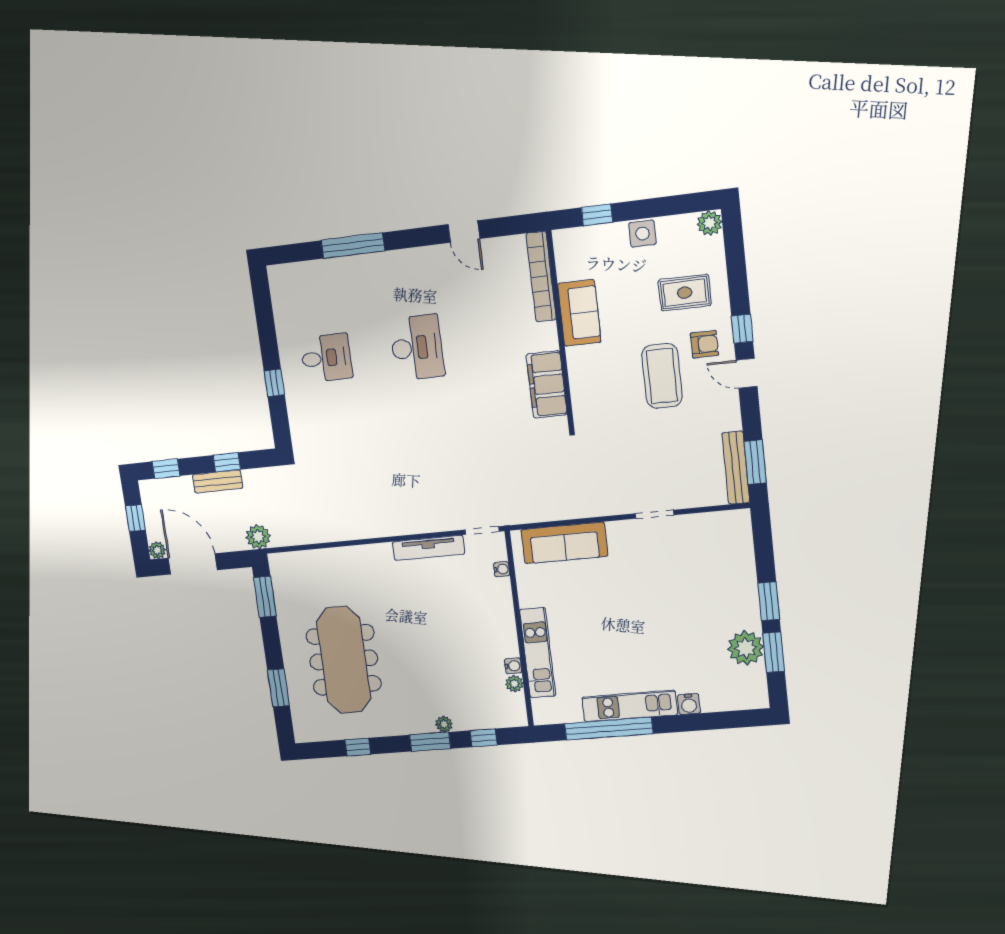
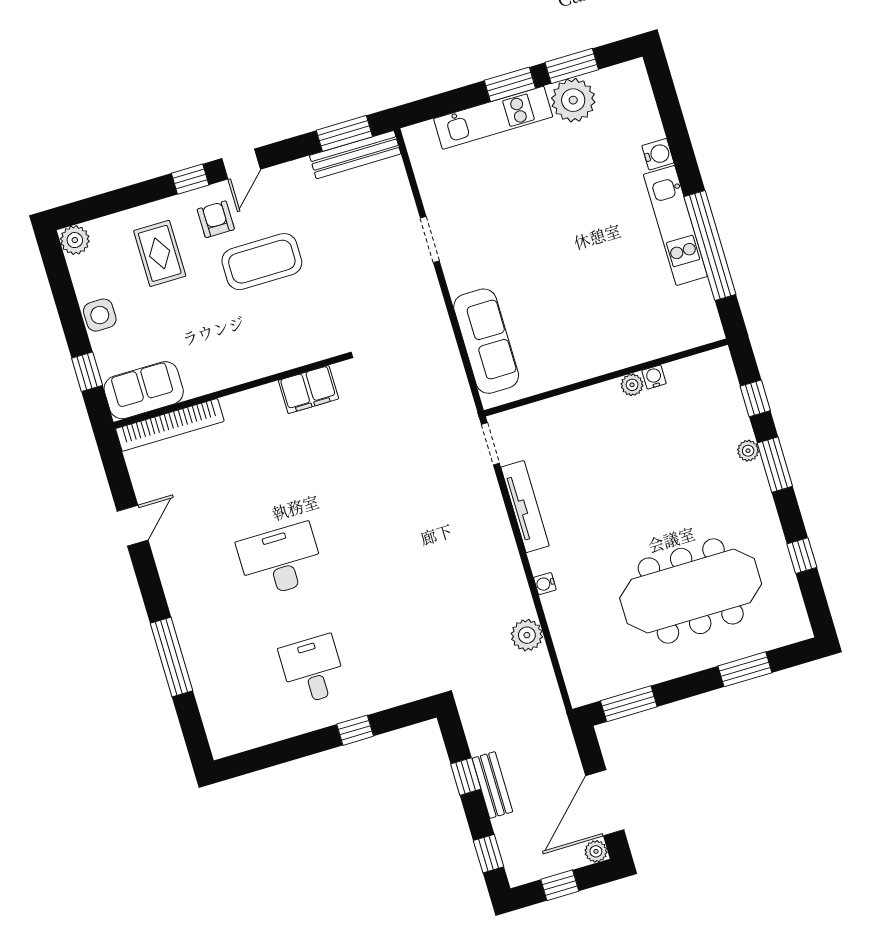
sofa: (579, 313) -> (144, 390), moved
filing cabinet: (547, 384) -> (308, 390), width x0.67, depth x0.86
plant: (258, 537) -> (527, 635), moved
water cooler: (502, 569) -> (545, 584), moved, turned -90
kitchen unit: (538, 653) -> (493, 118), moved, turned 180
plant: (514, 684) -> (632, 385), moved

